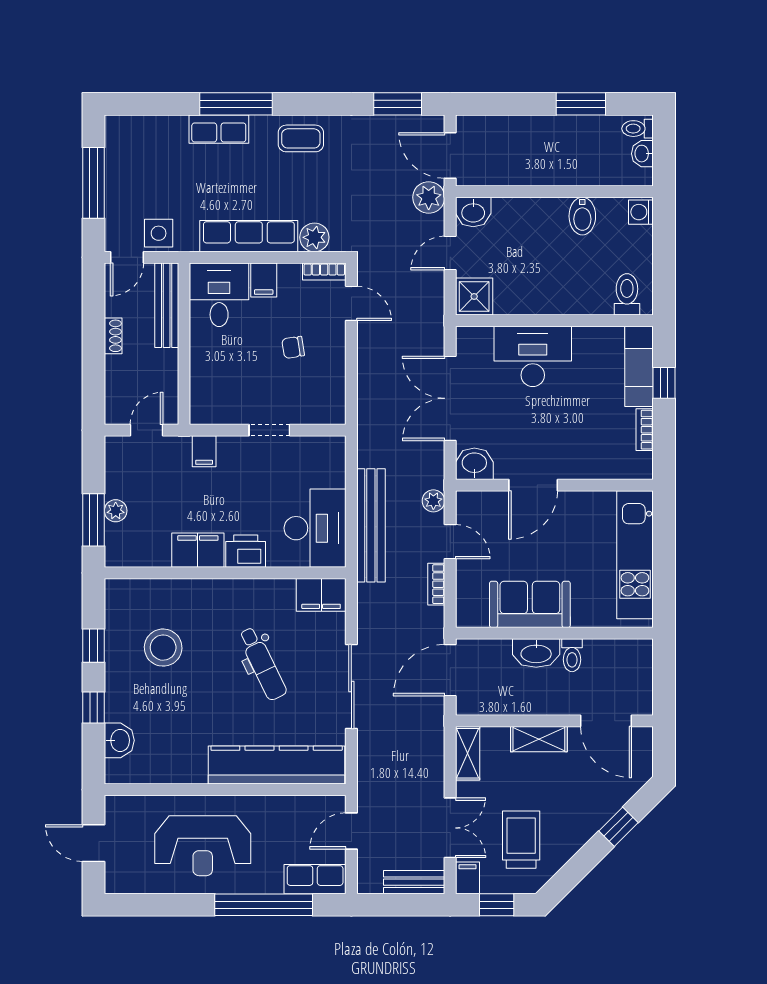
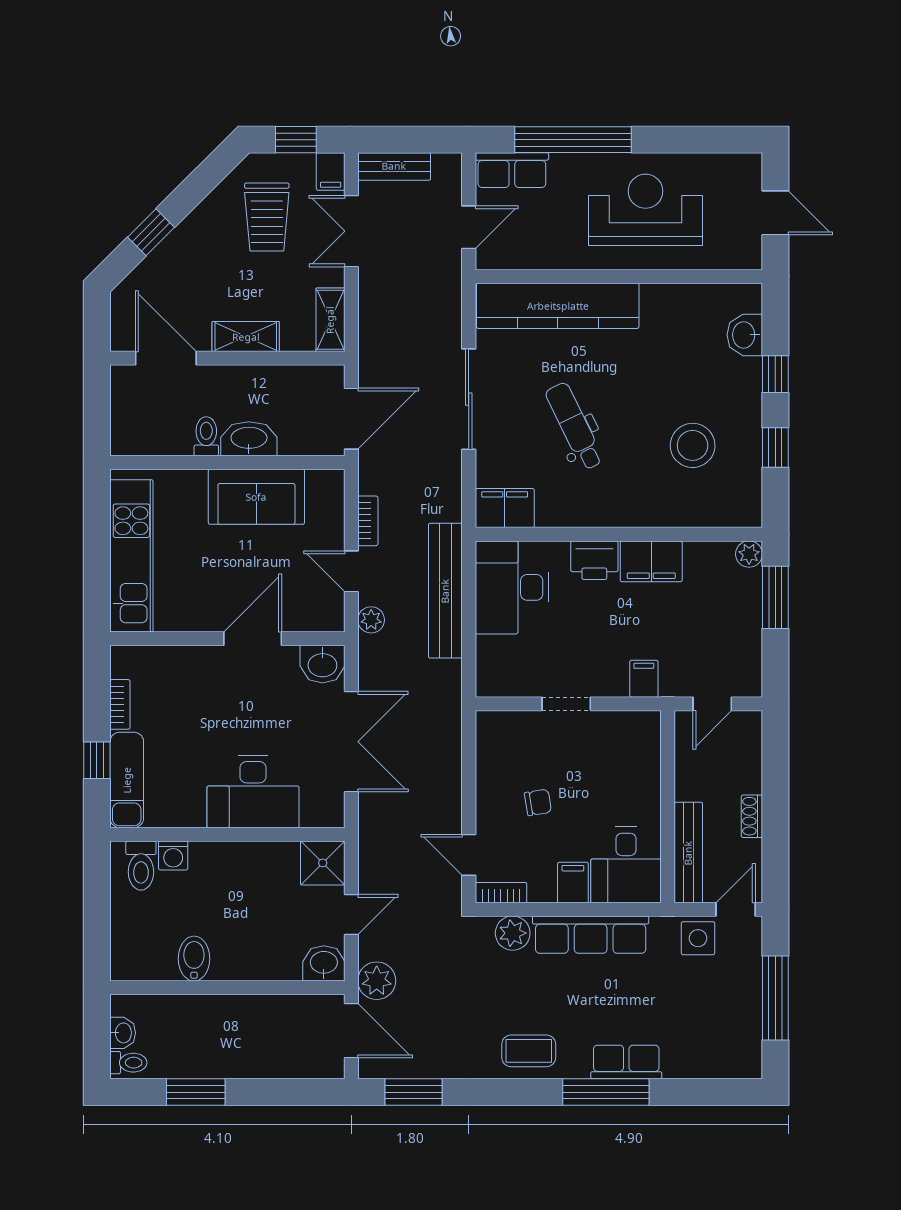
washing machine: (641, 212) -> (173, 855), moved, turned 90
plant: (116, 511) -> (749, 554), moved

